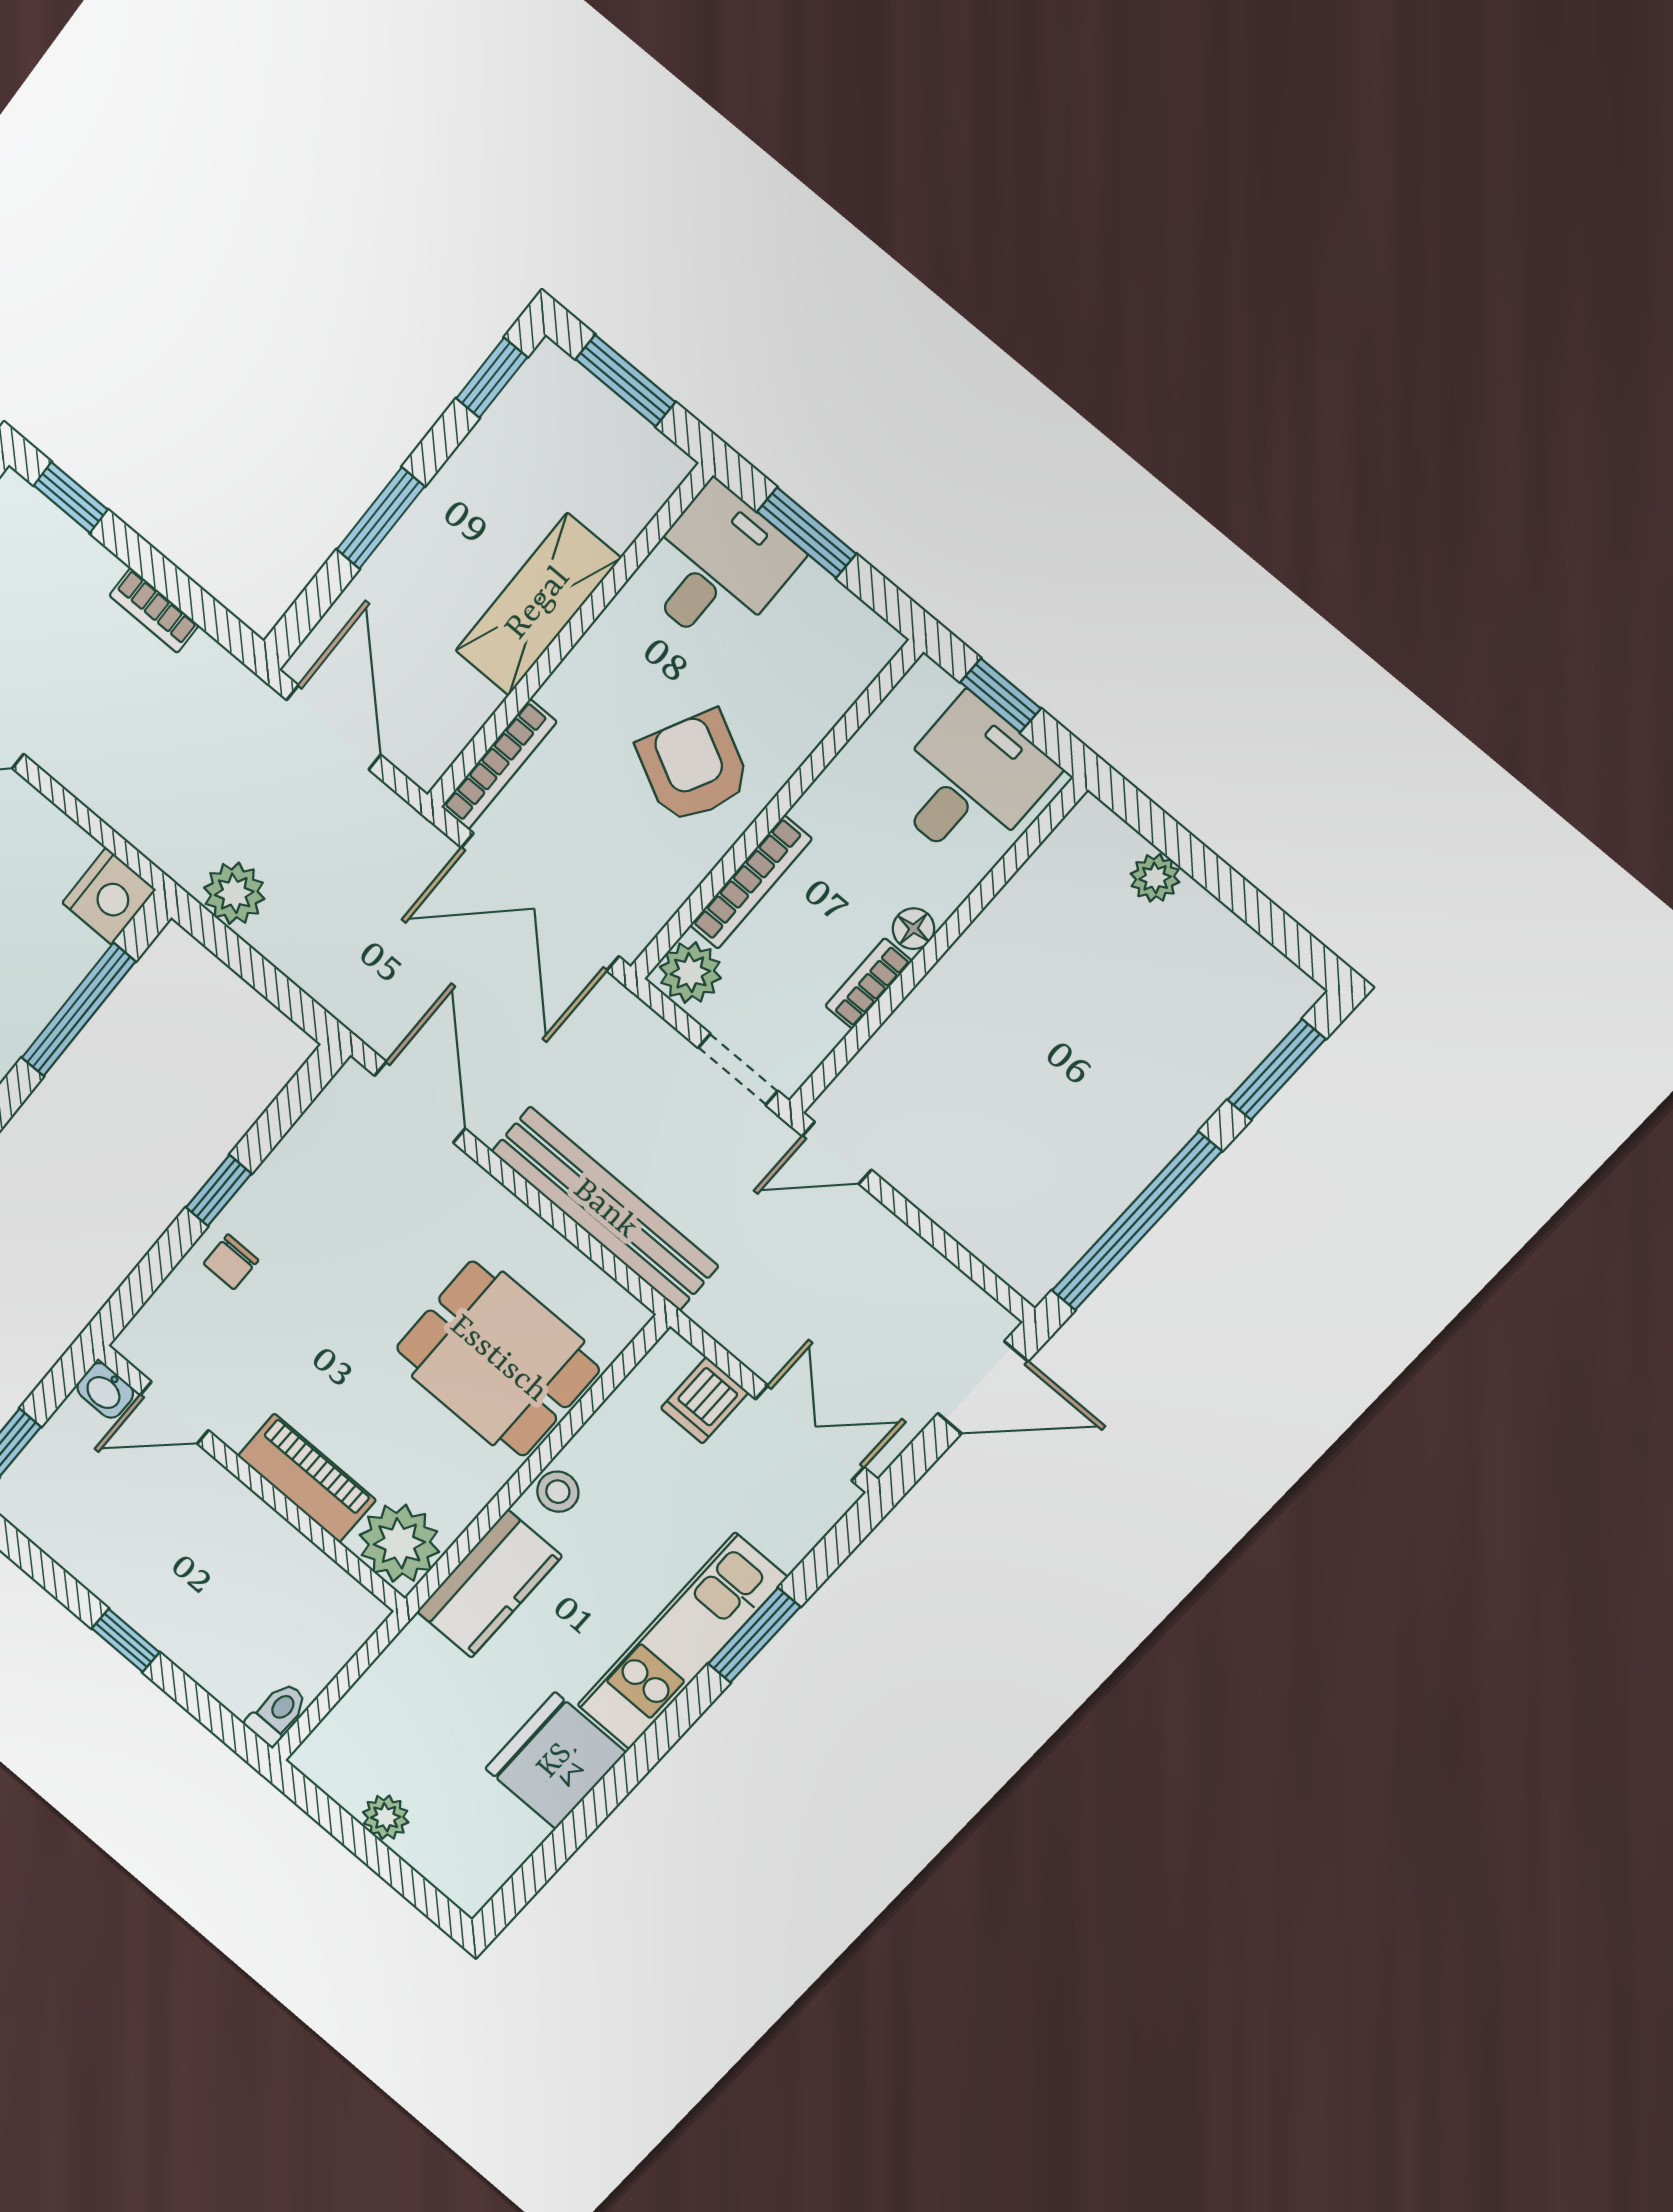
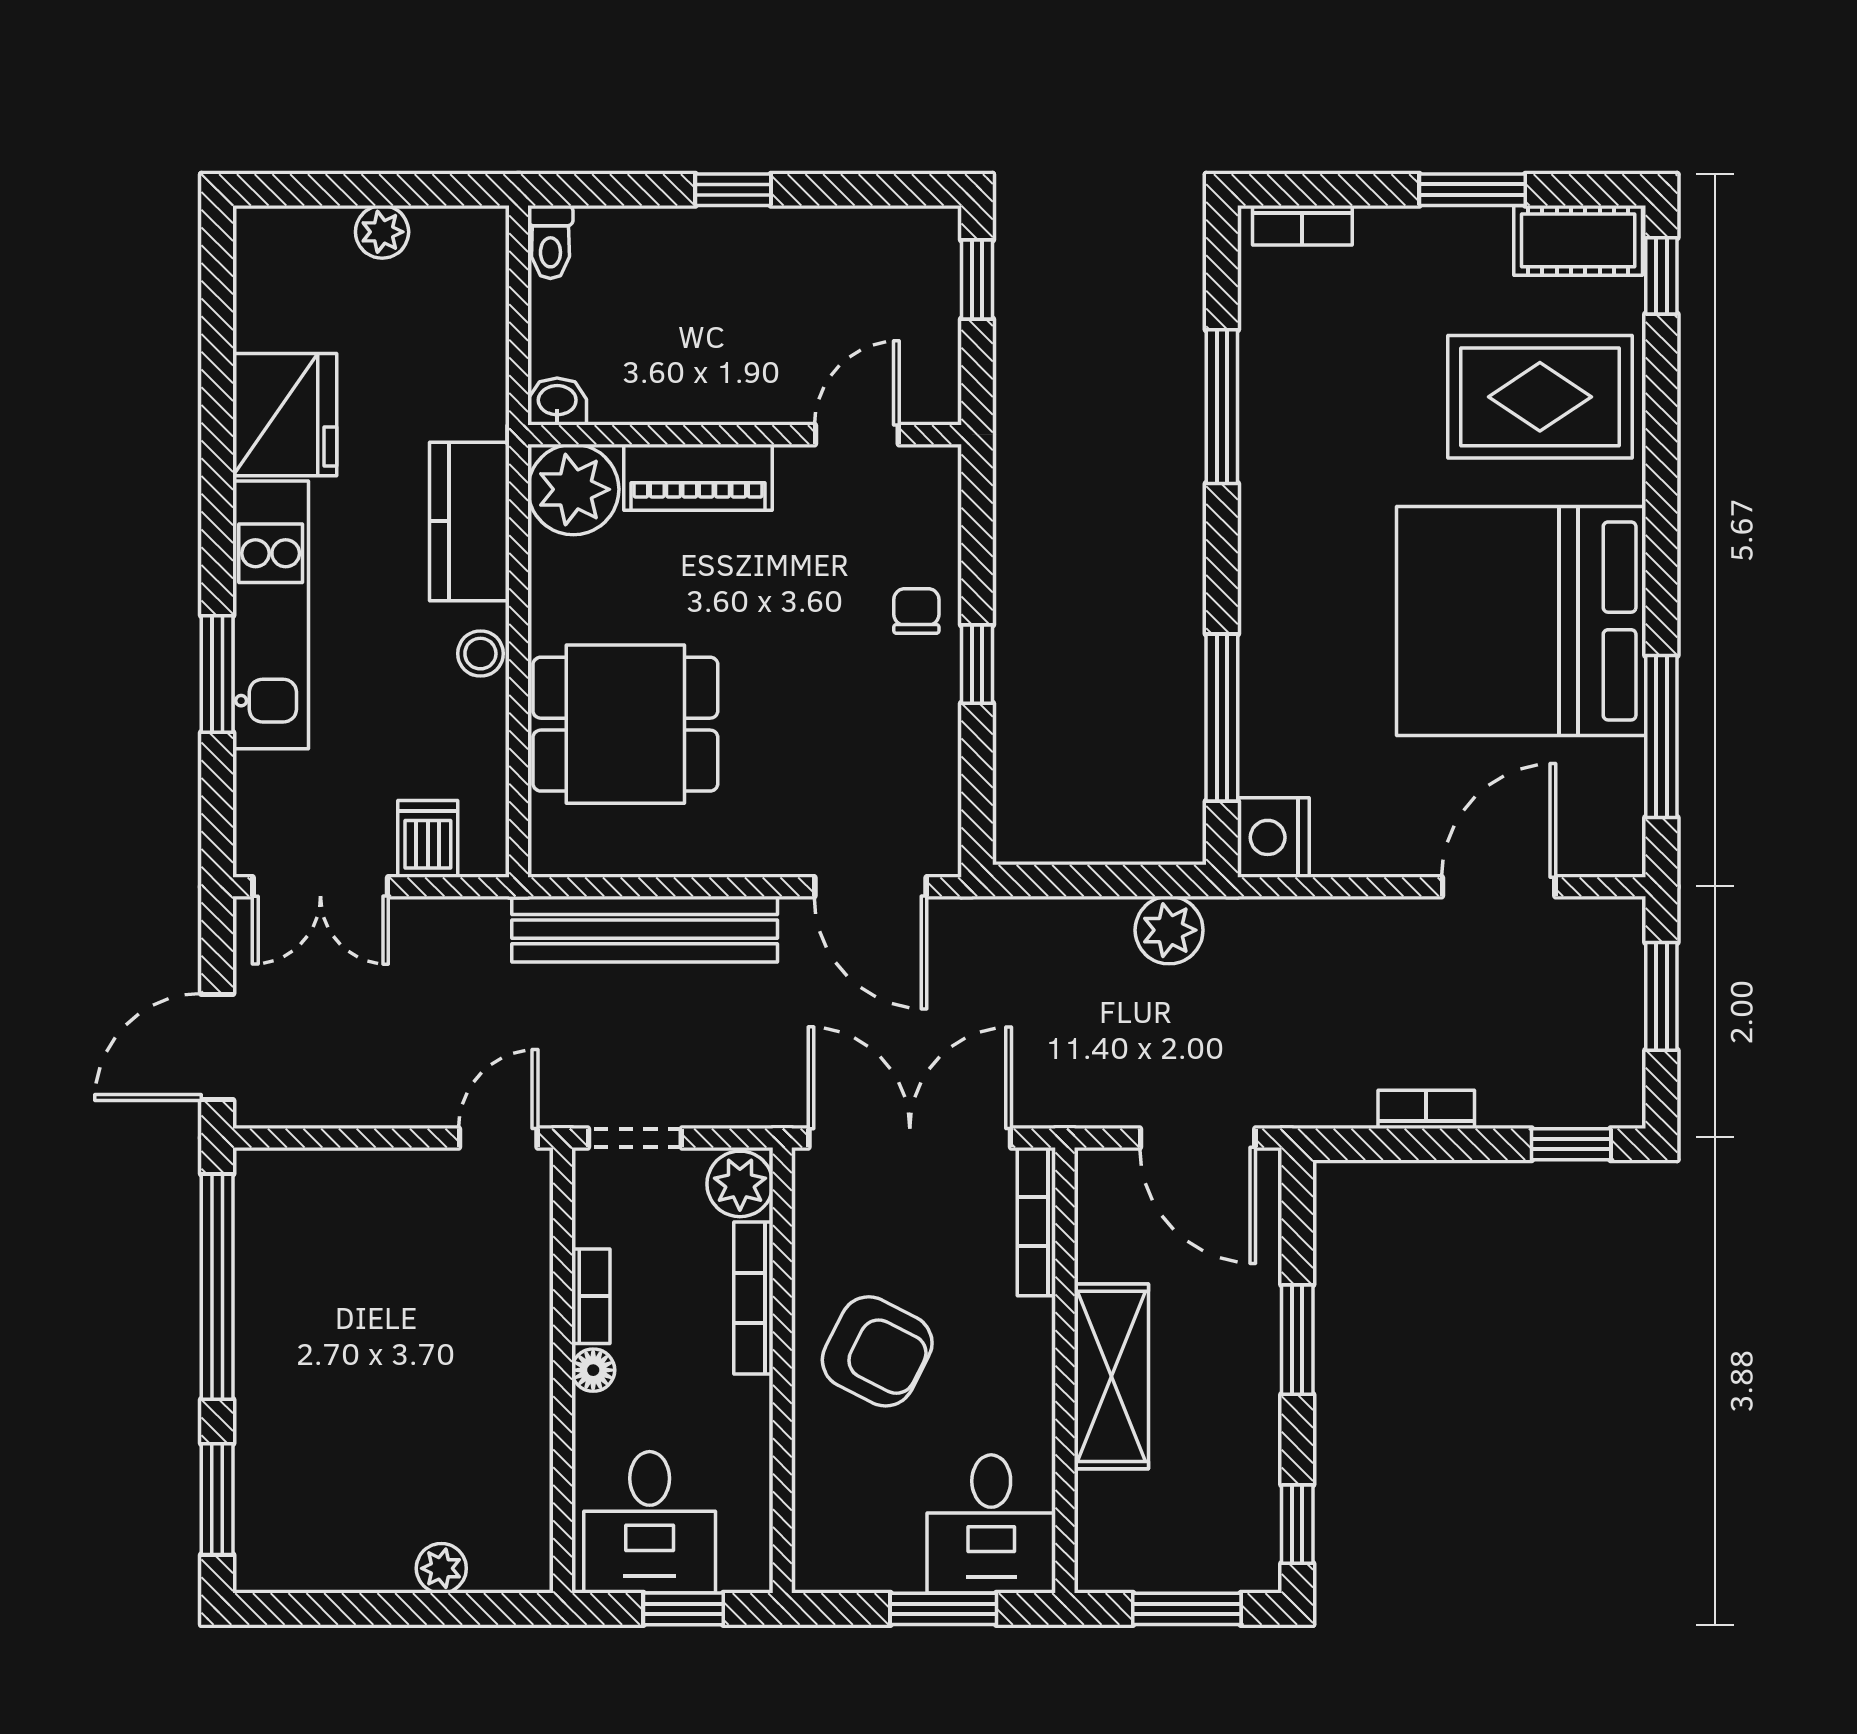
washbasin: (105, 1390) -> (557, 402), moved

